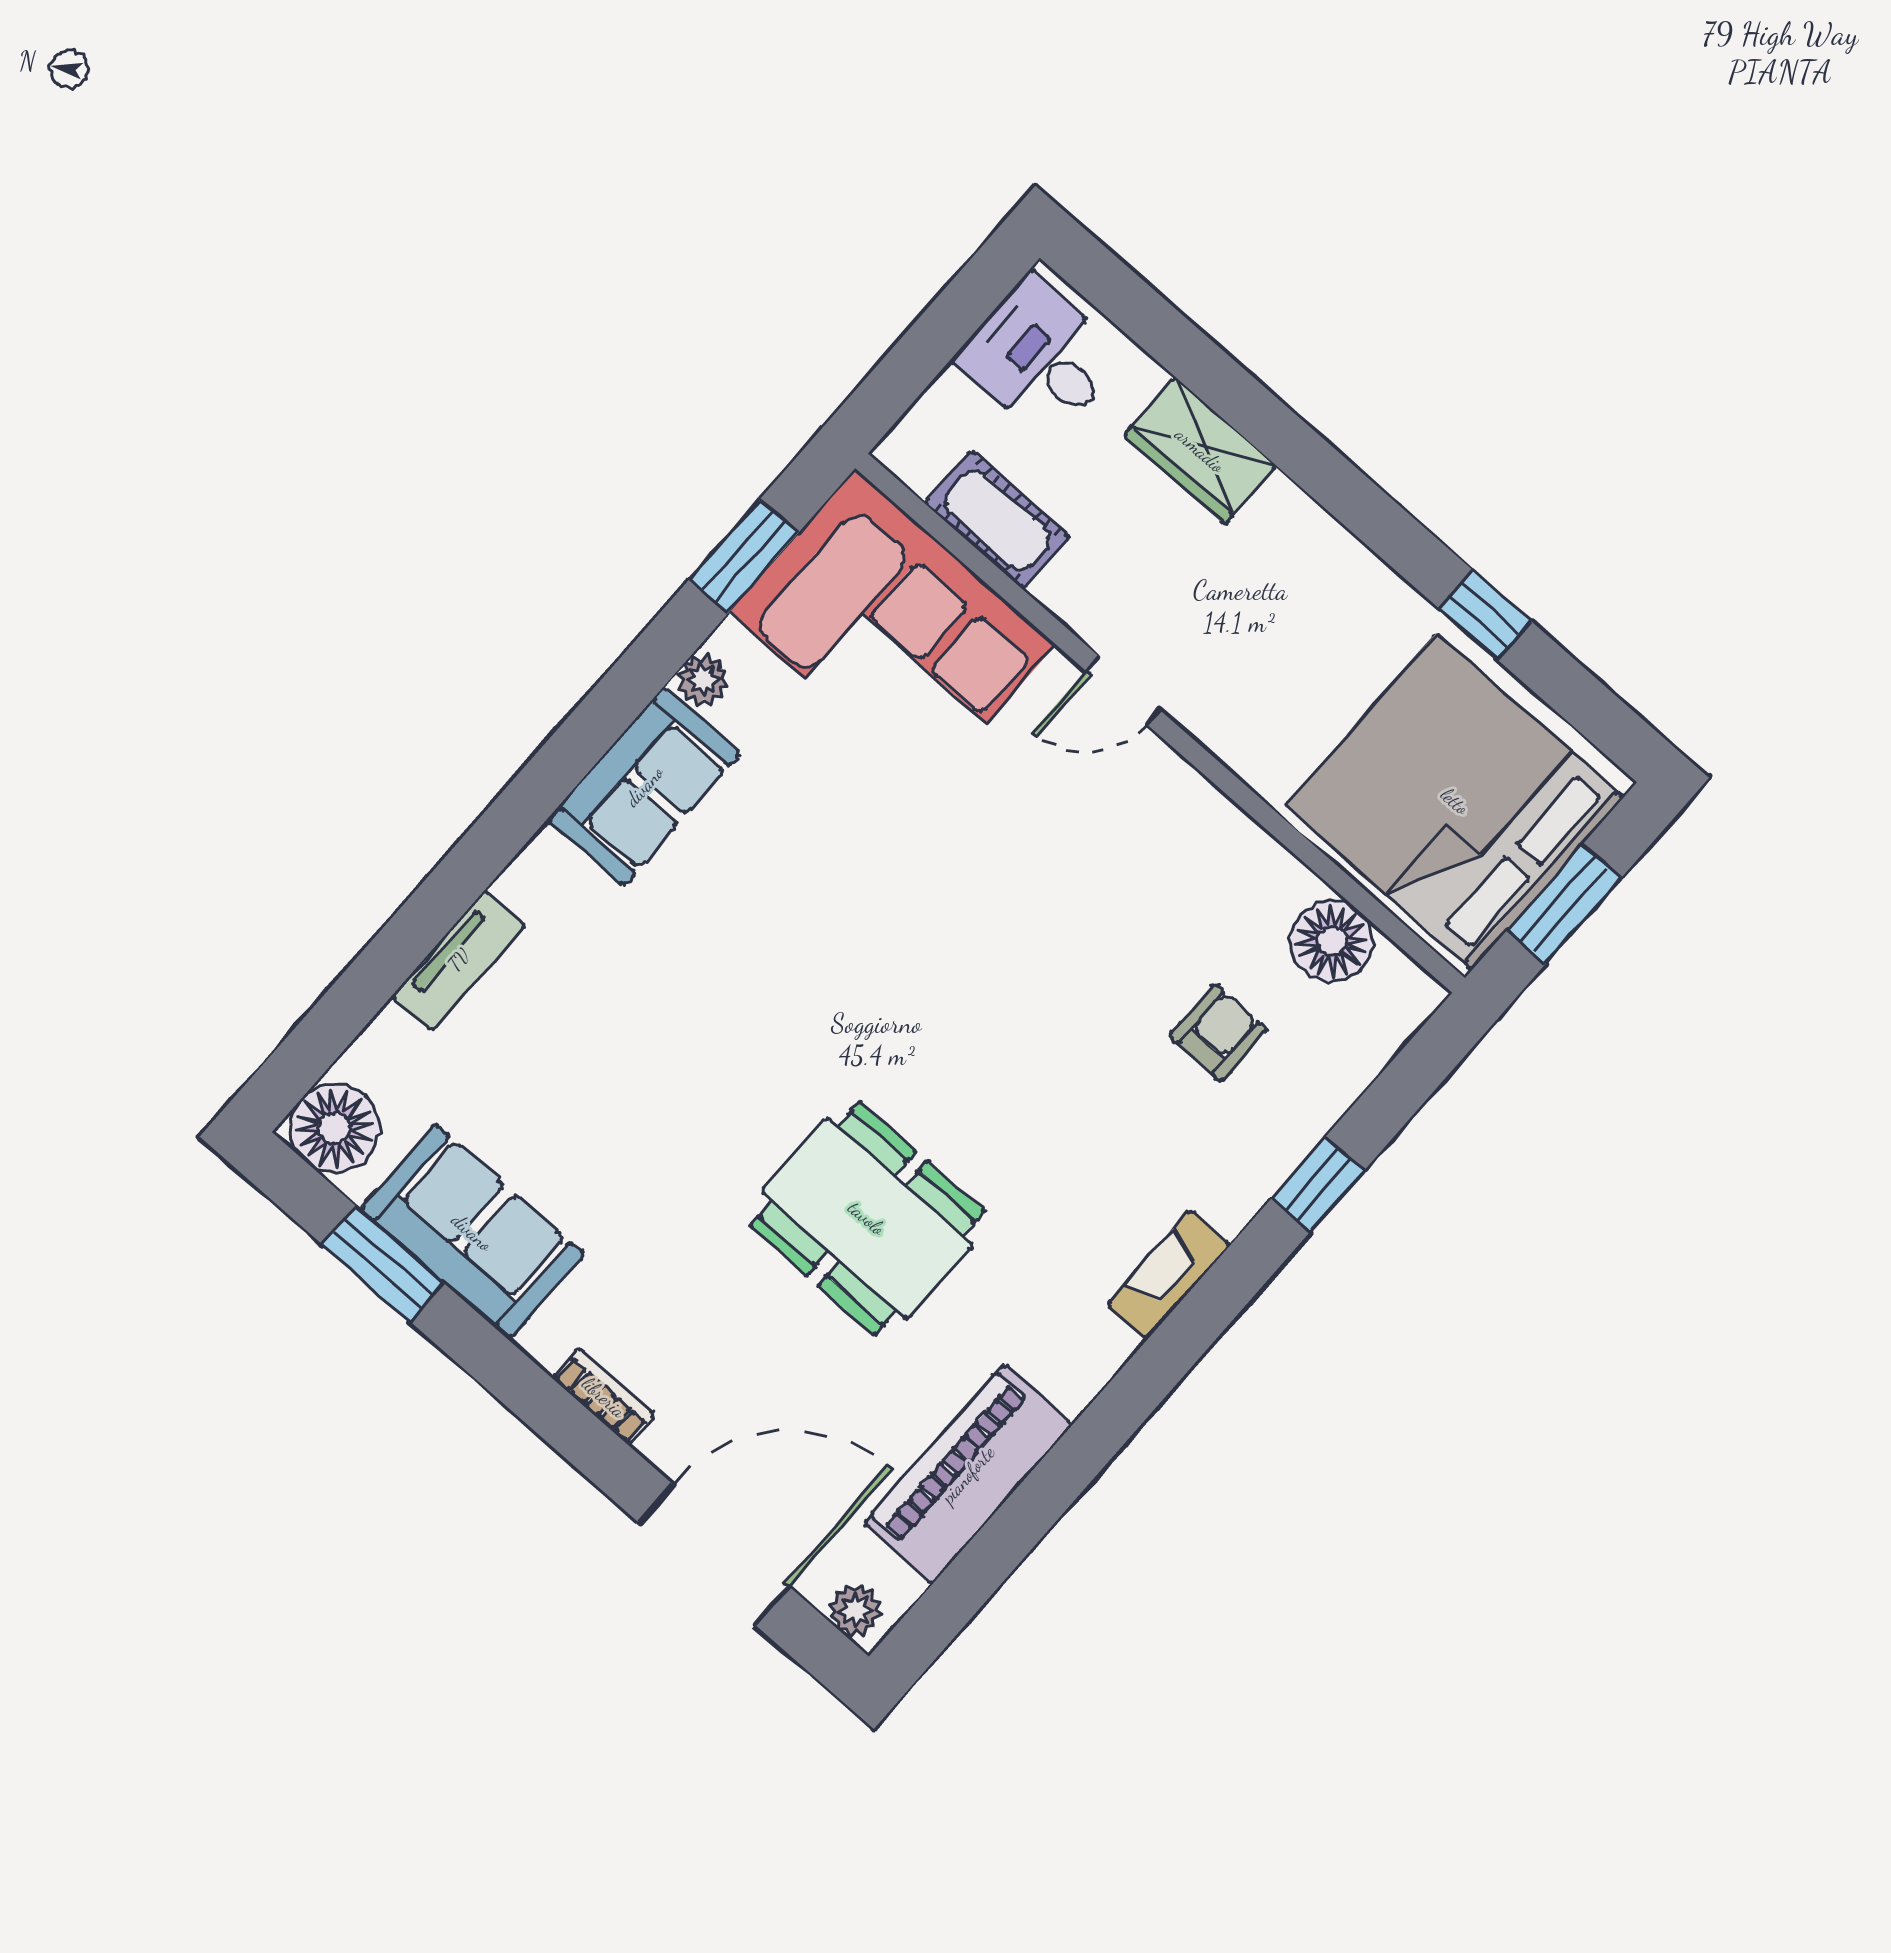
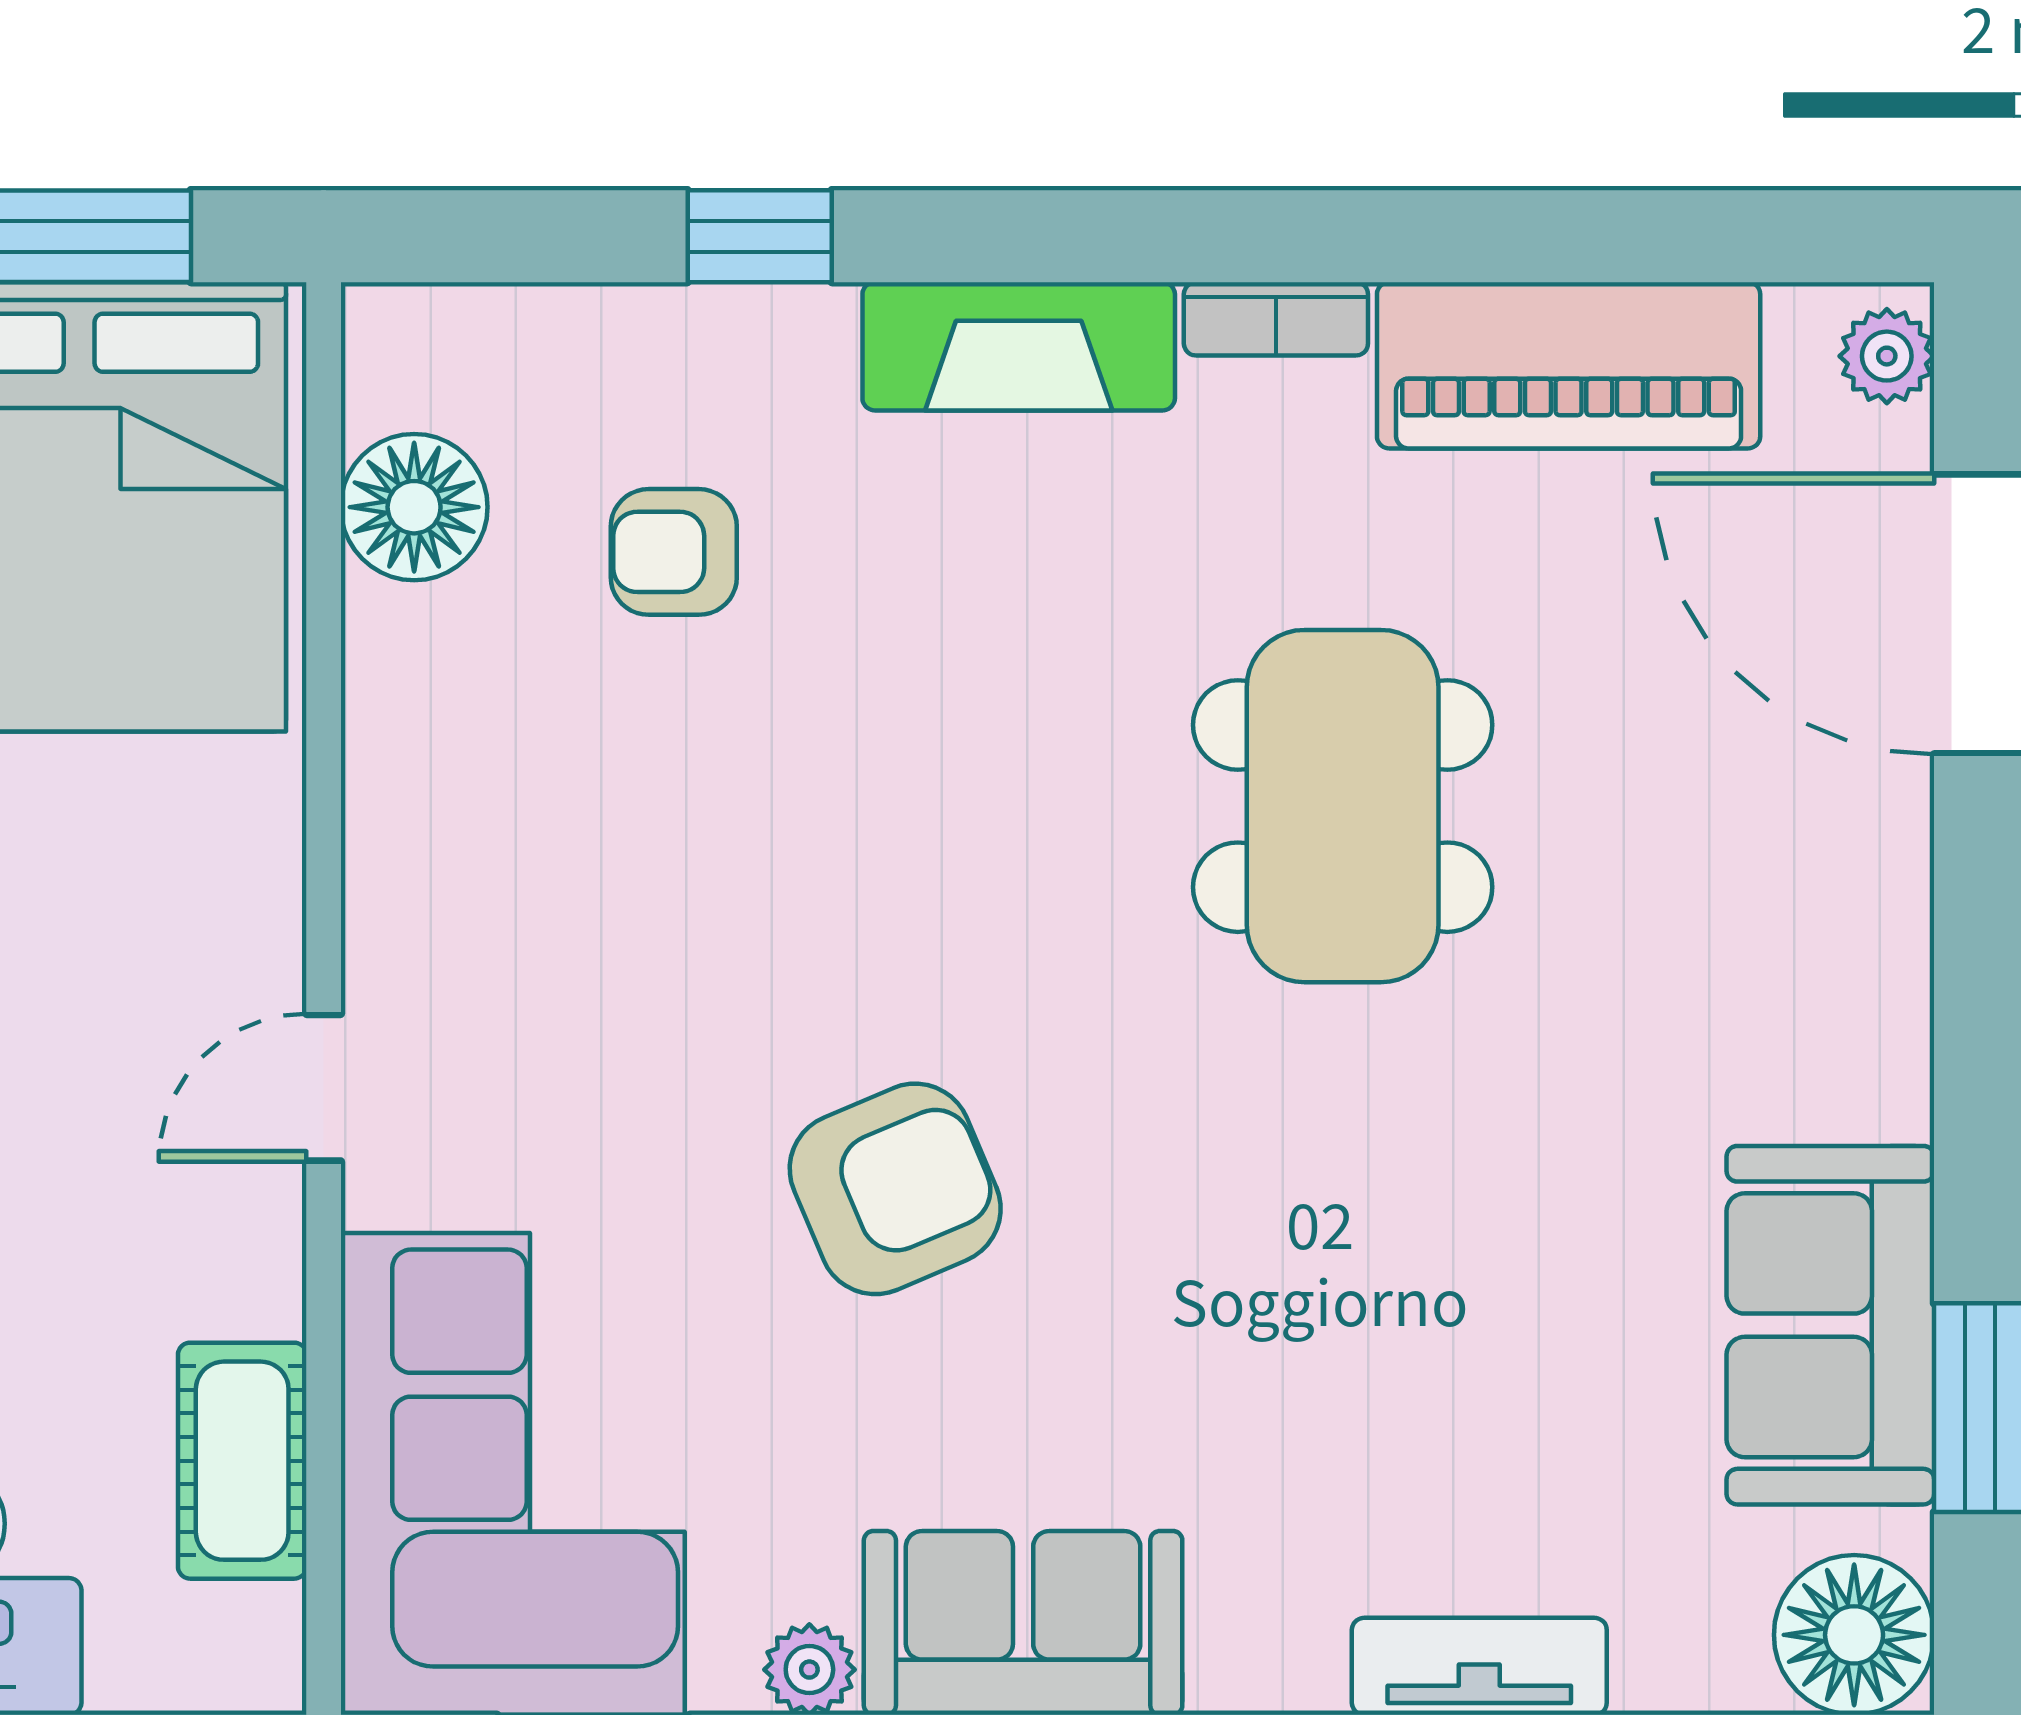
door: (1123, 690) -> (324, 1088), swing flipped
armchair: (871, 892) -> (895, 1189), added
fireplace: (1169, 1275) -> (1019, 346), width x1.37, depth x1.32
bookcase: (604, 1397) -> (1276, 319), moved, turned -90

